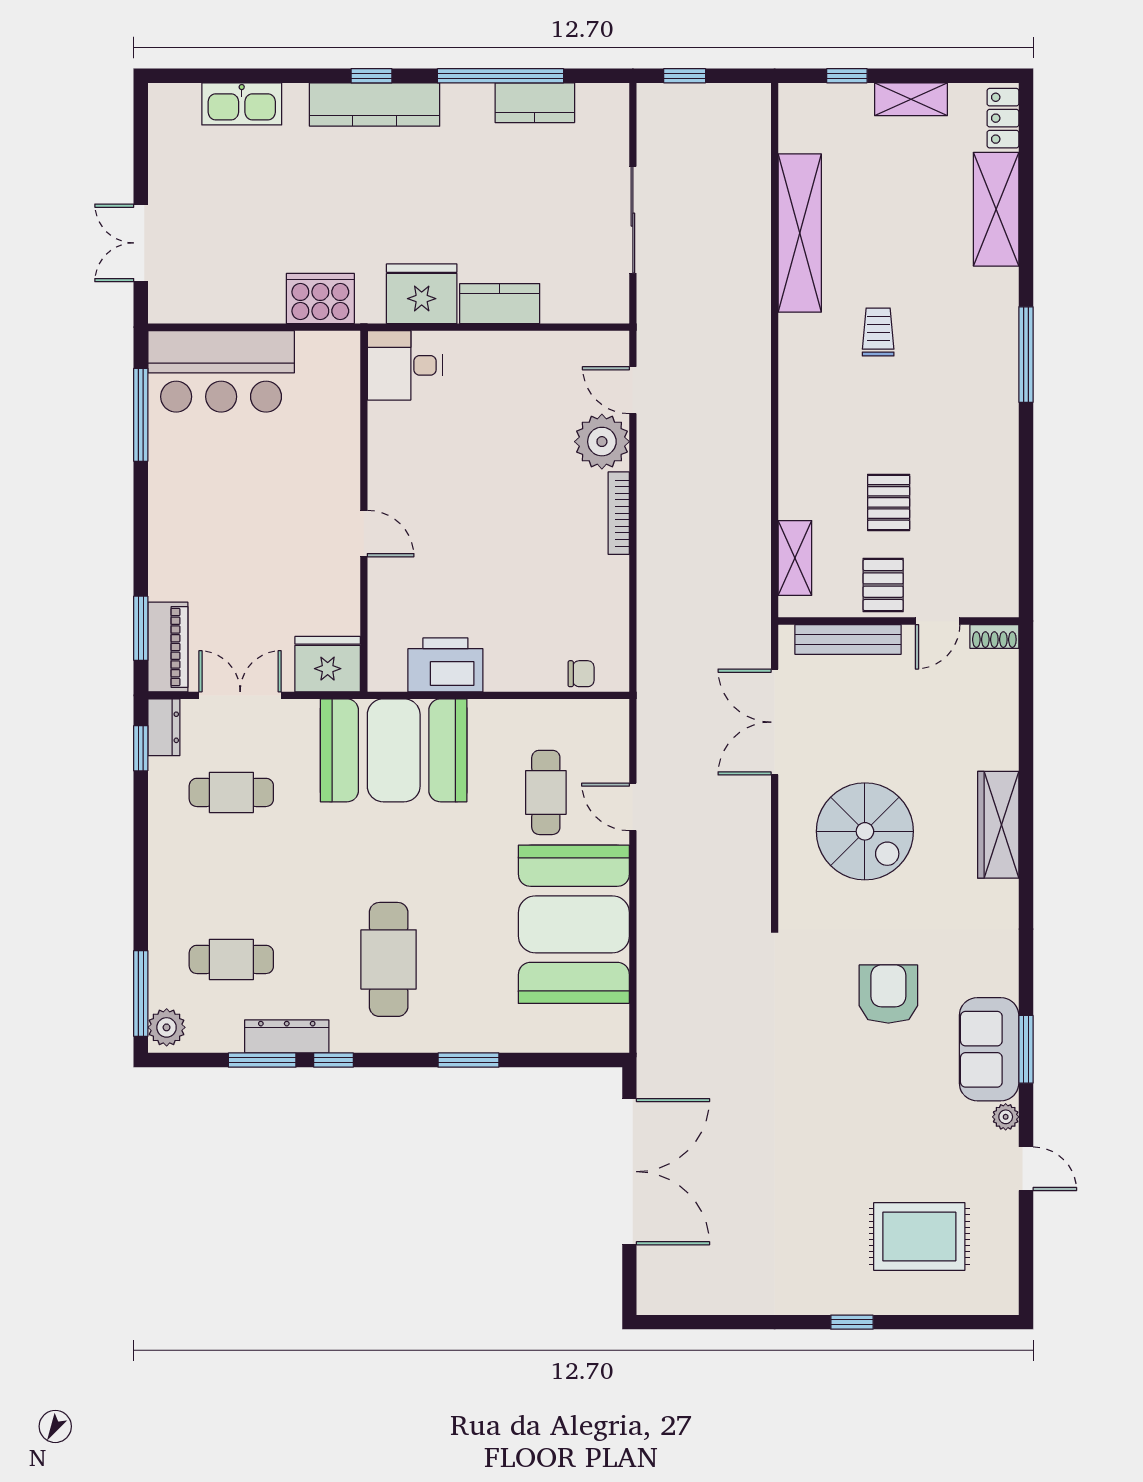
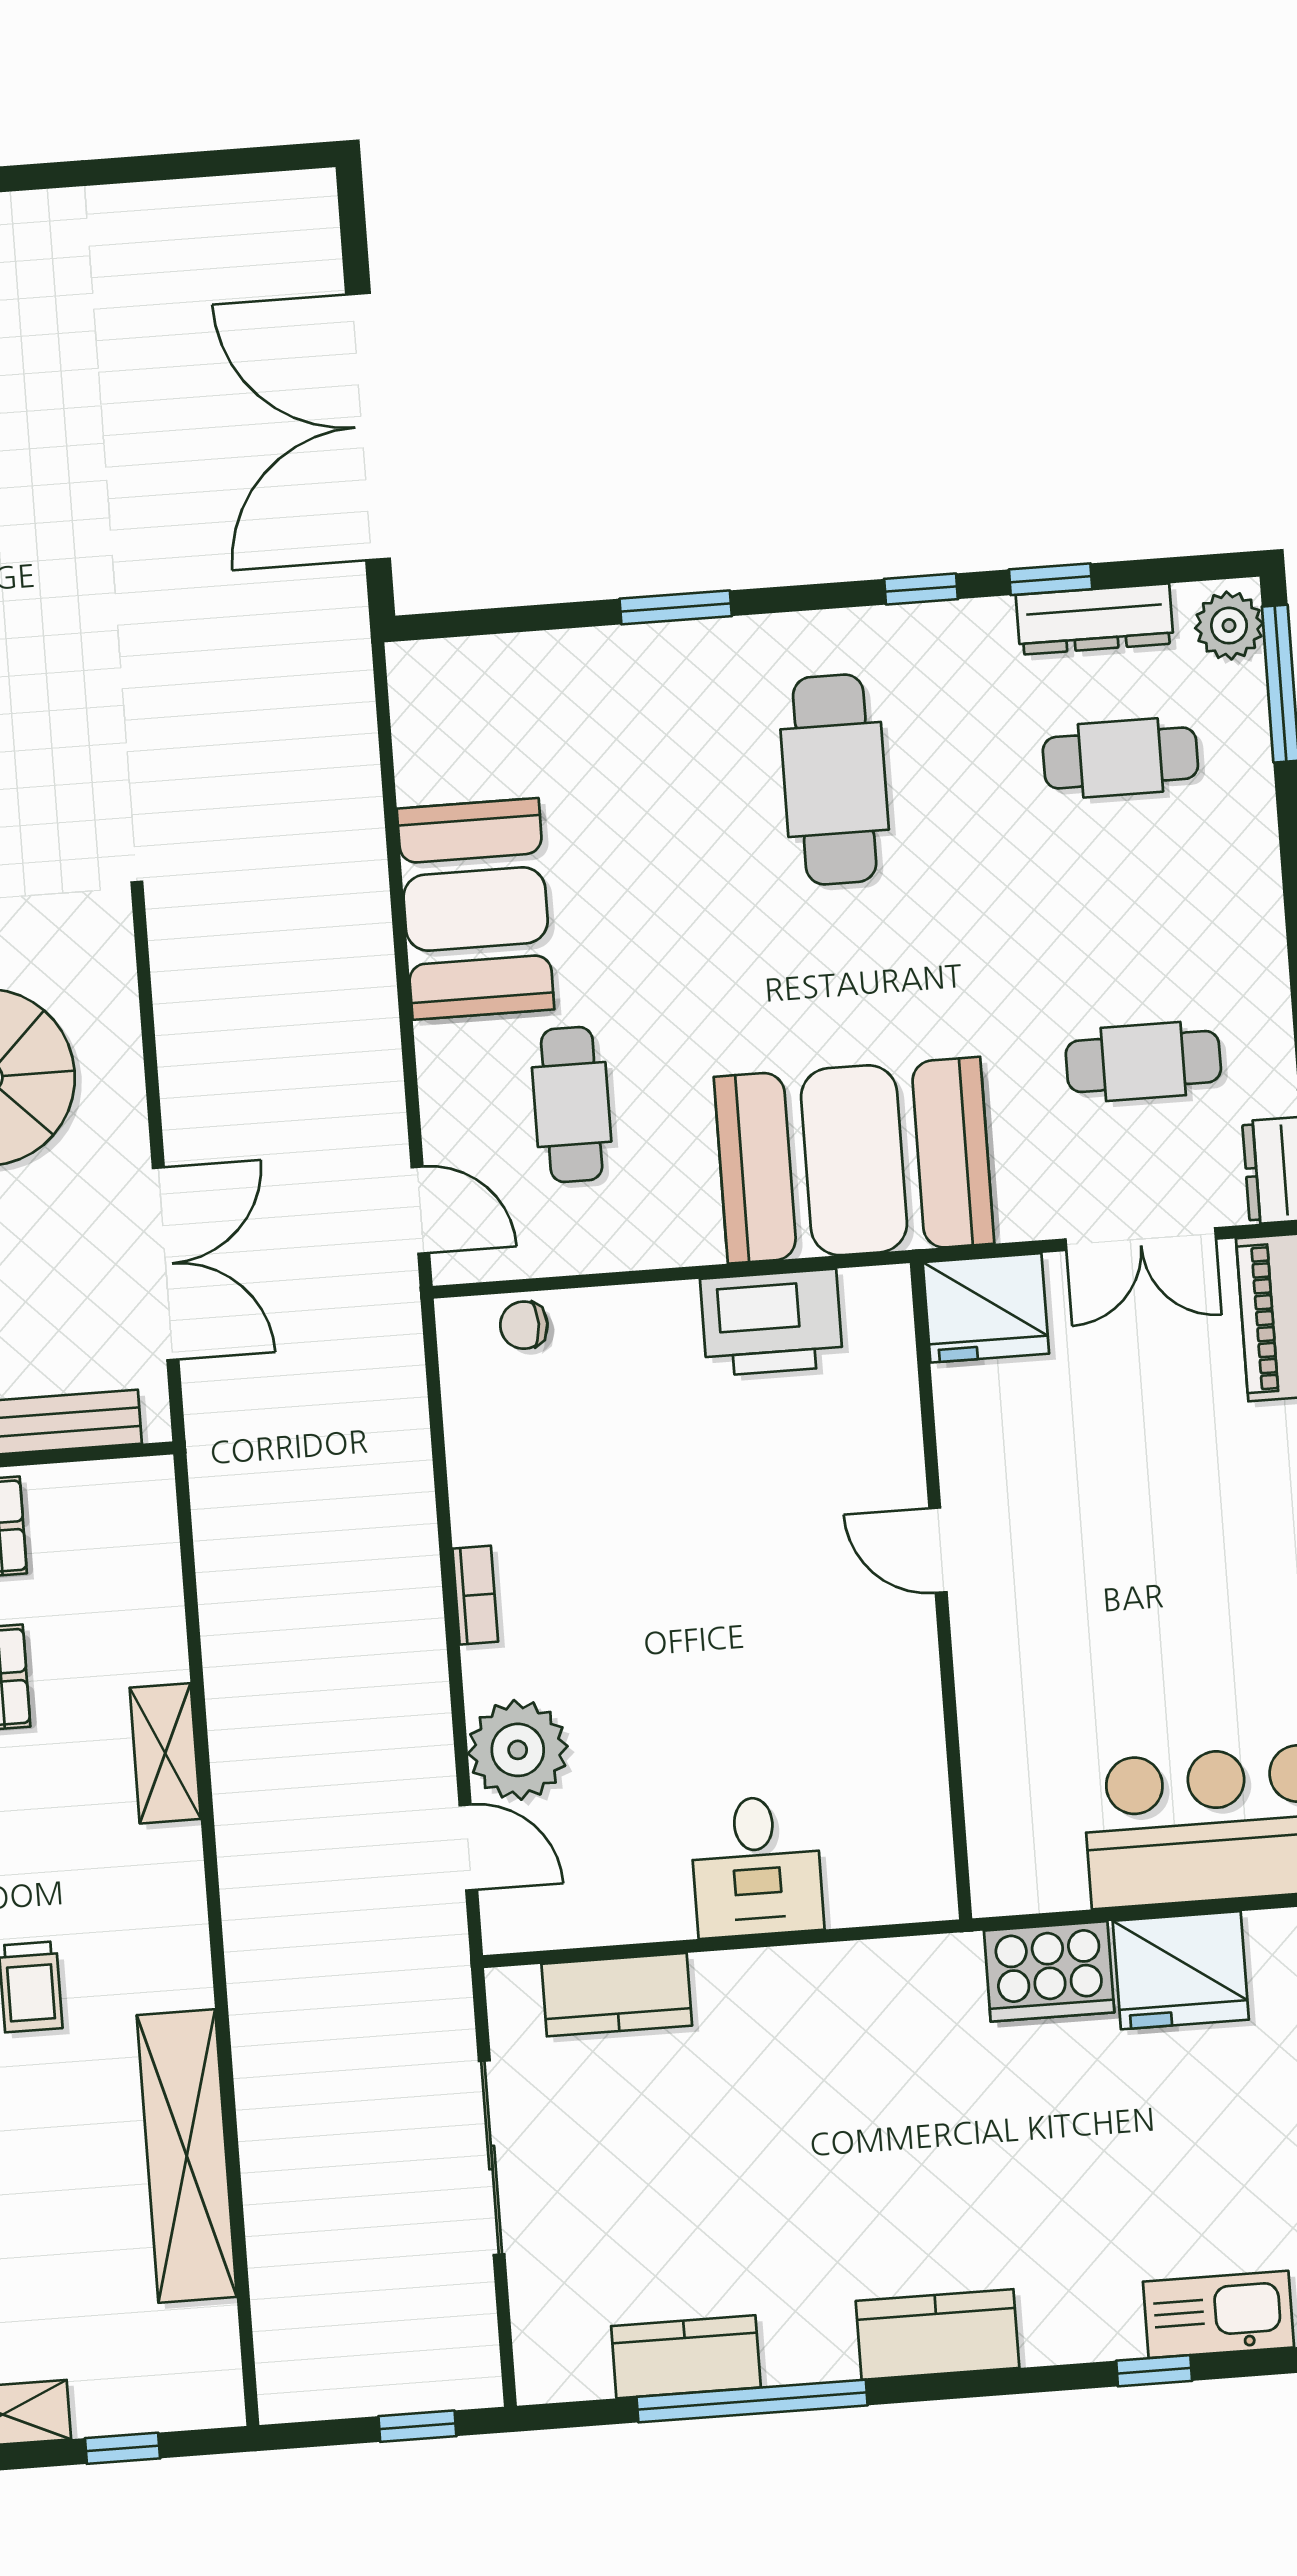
window: (372, 76) -> (1154, 2371), moved
kitchen counter: (375, 105) -> (938, 2334), width x0.67
fridge: (422, 294) -> (1181, 1970), moved
kitchen counter: (500, 304) -> (617, 1995), moved
desk: (405, 365) -> (757, 1866), moved, turned 90
bookcase: (619, 513) -> (475, 1595), width x0.64
shelving: (795, 558) -> (165, 1753), moved
door: (633, 807) -> (420, 1210), moved
booth: (574, 924) -> (476, 909), width x0.73, depth x0.70
dresser: (287, 1036) -> (1095, 619), moved
window: (262, 1060) -> (1051, 579), width x0.67

